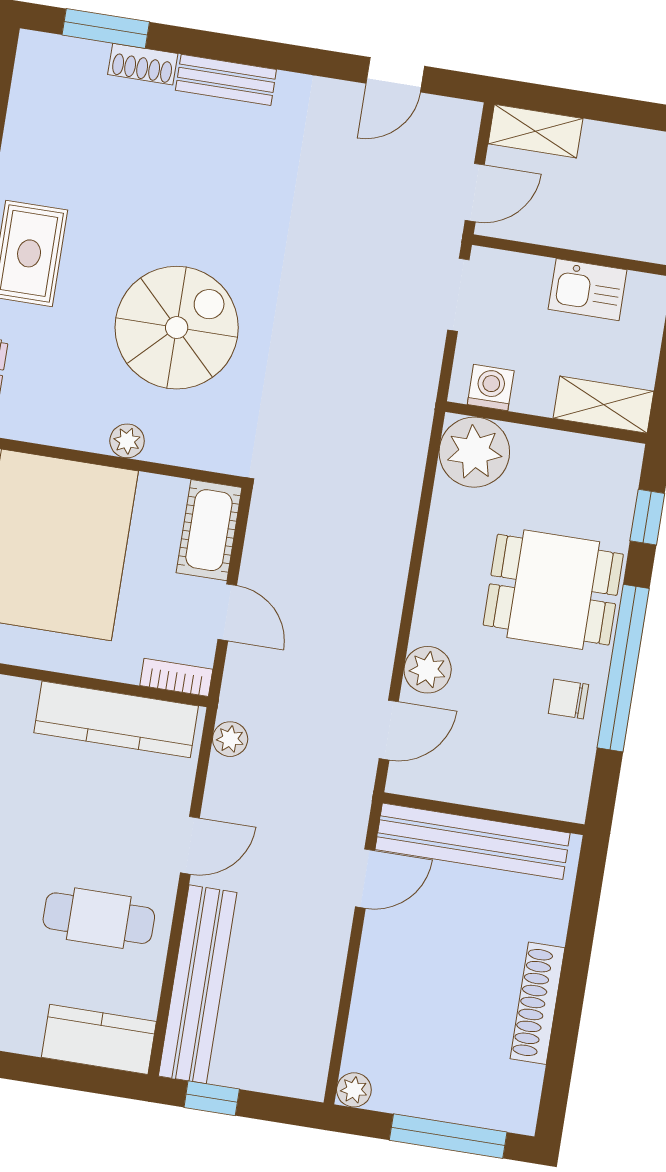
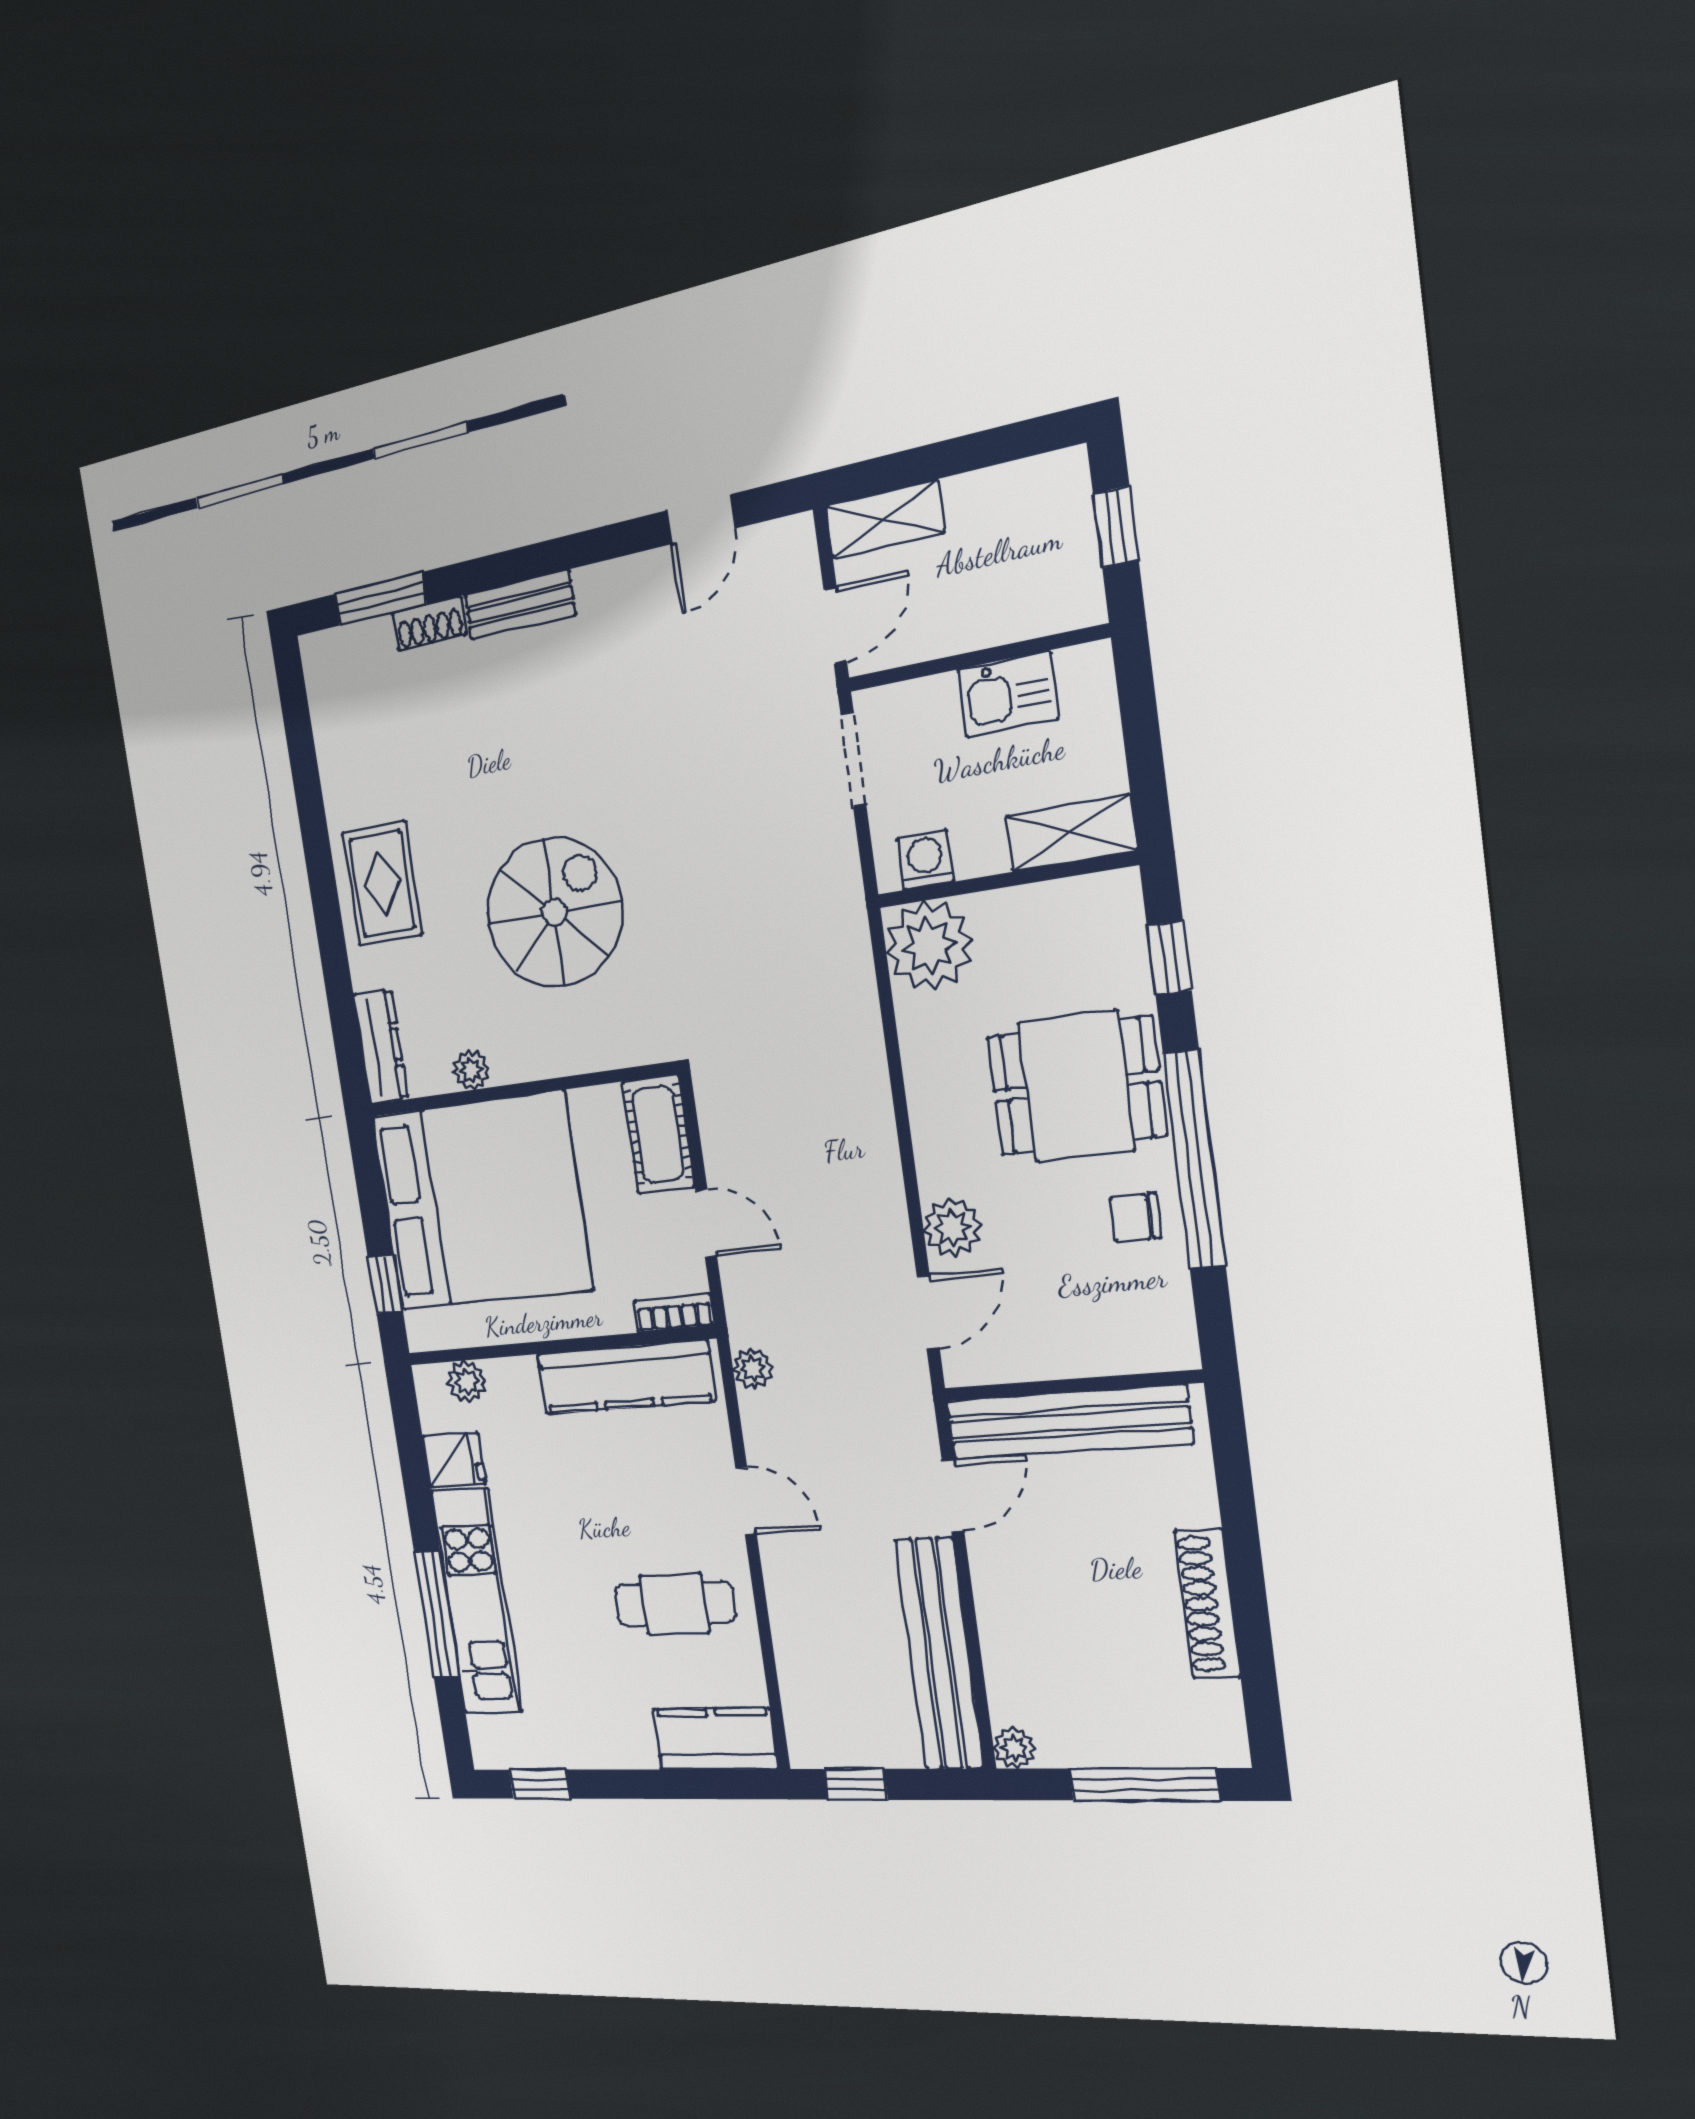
plant: (127, 441) -> (471, 1070), moved
door: (190, 845) -> (746, 1501), hinge flipped
bench: (198, 984) -> (939, 1654), moved

